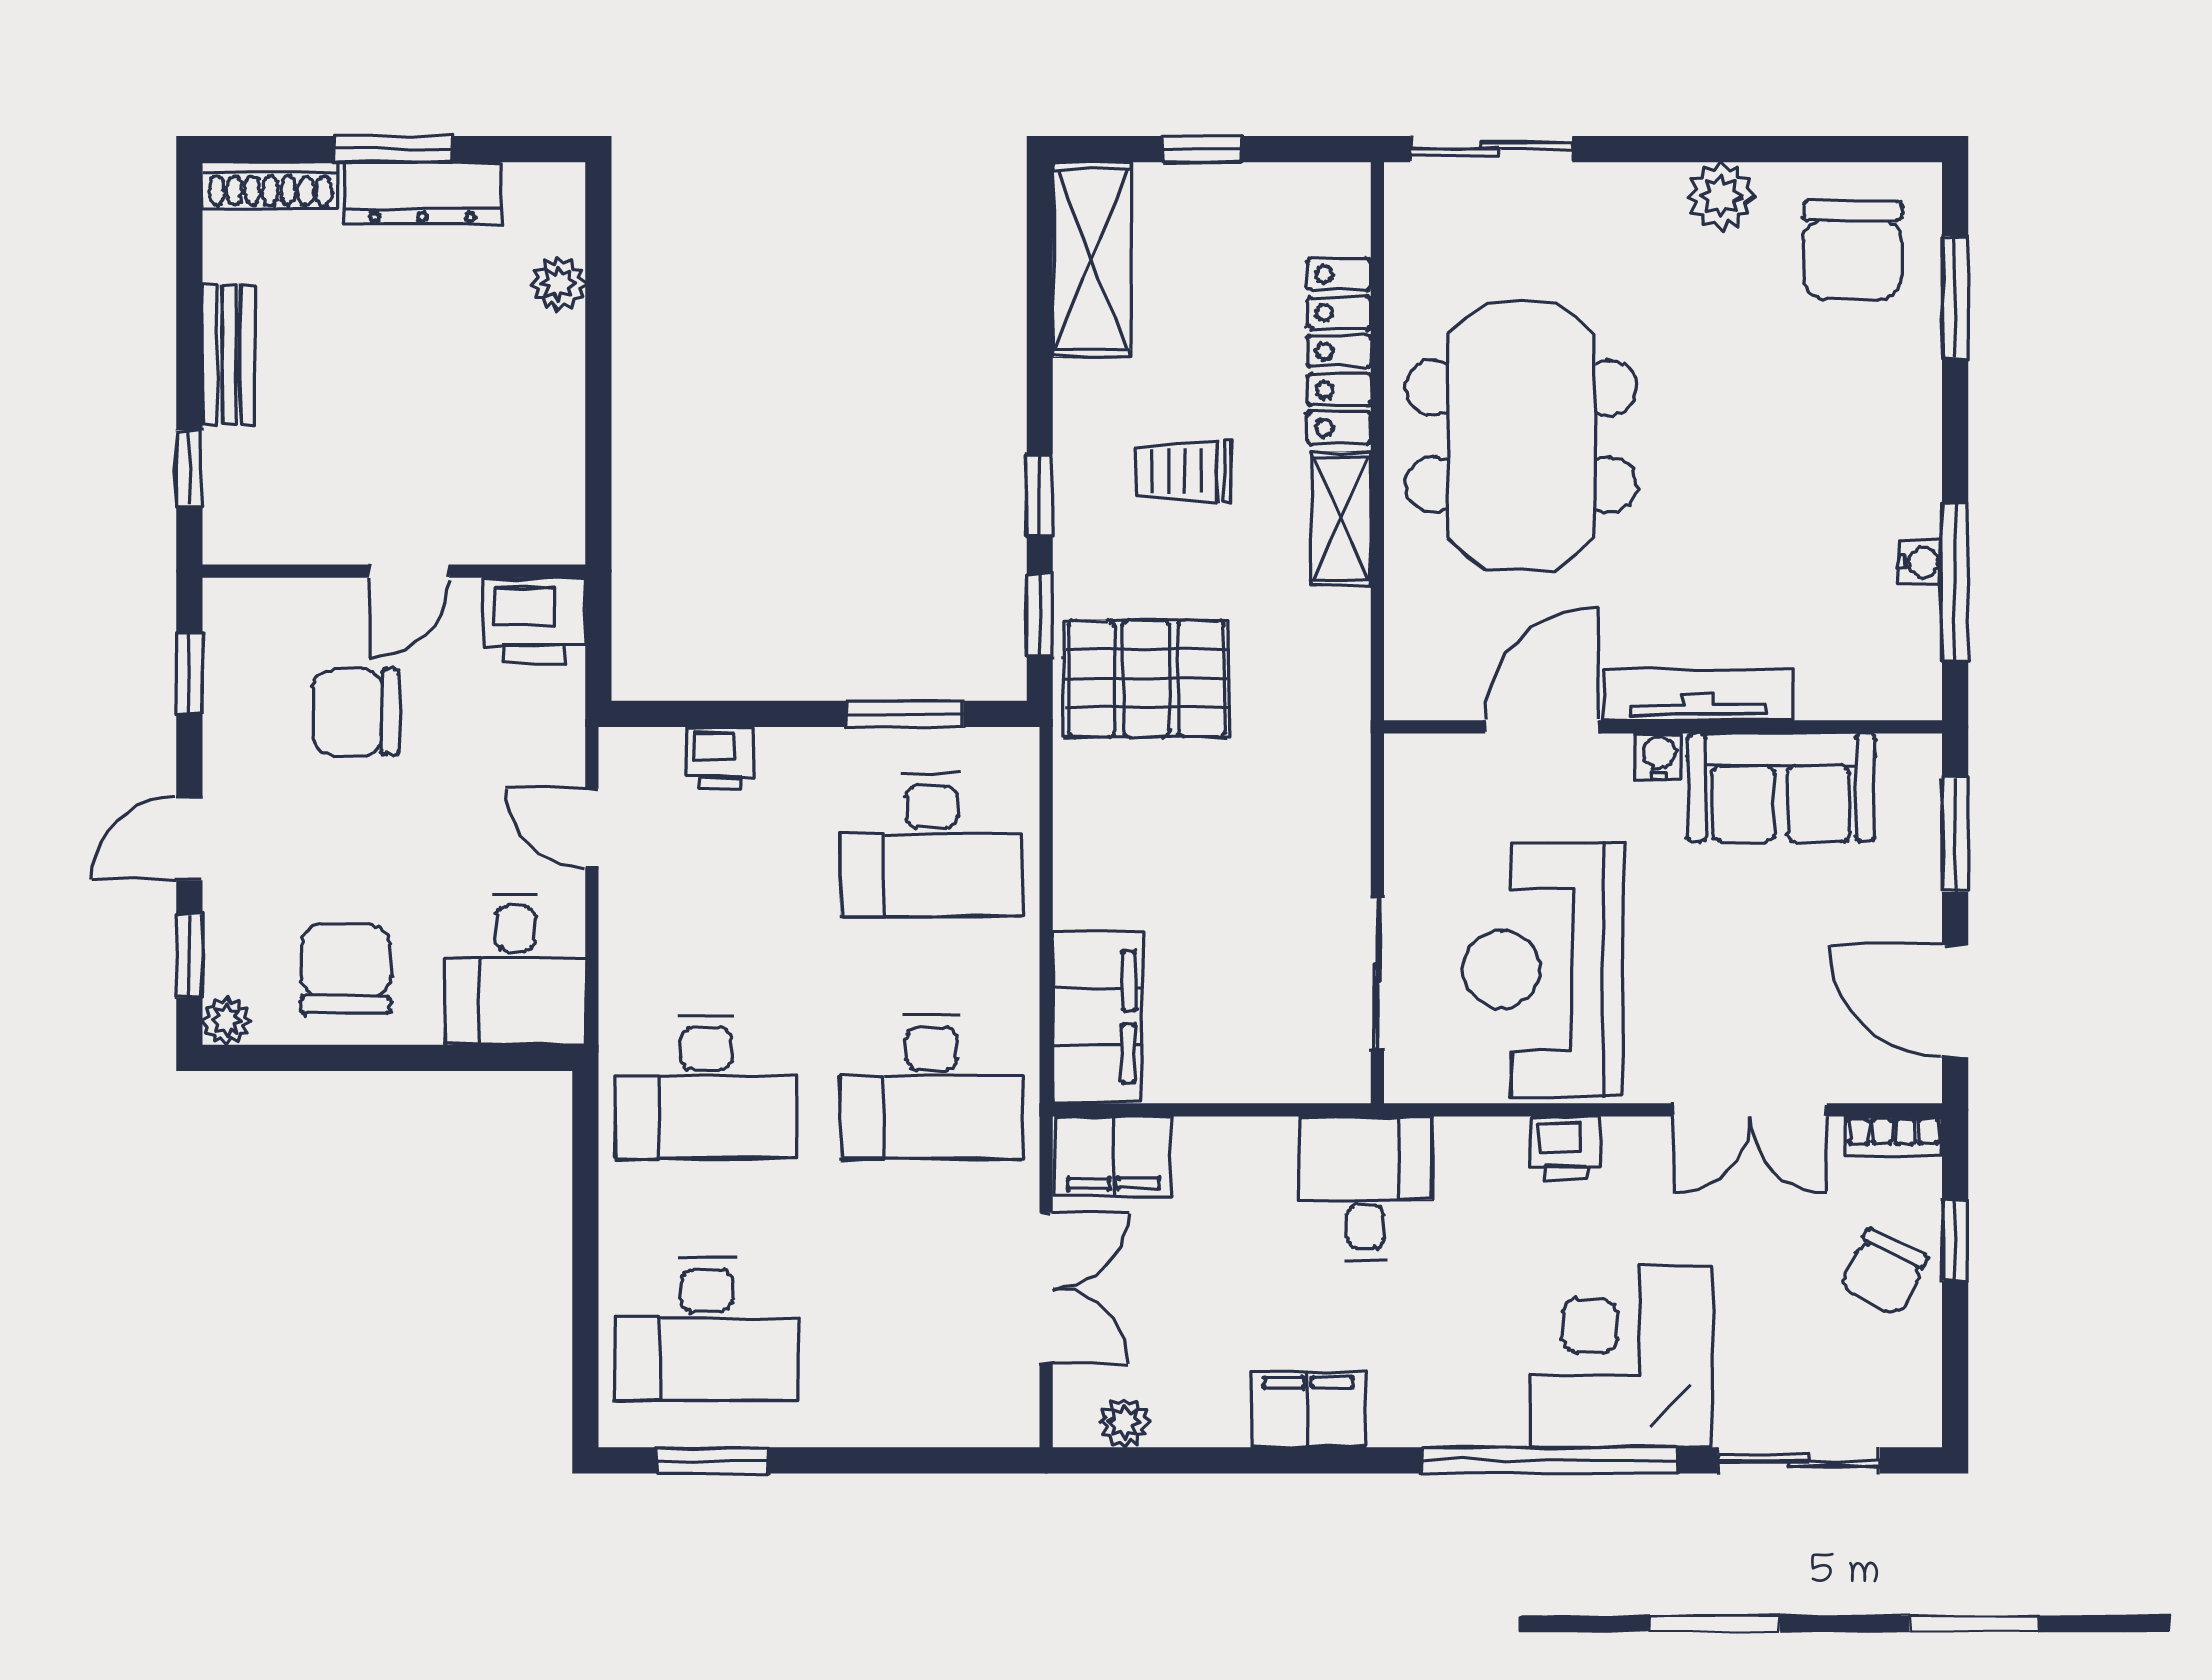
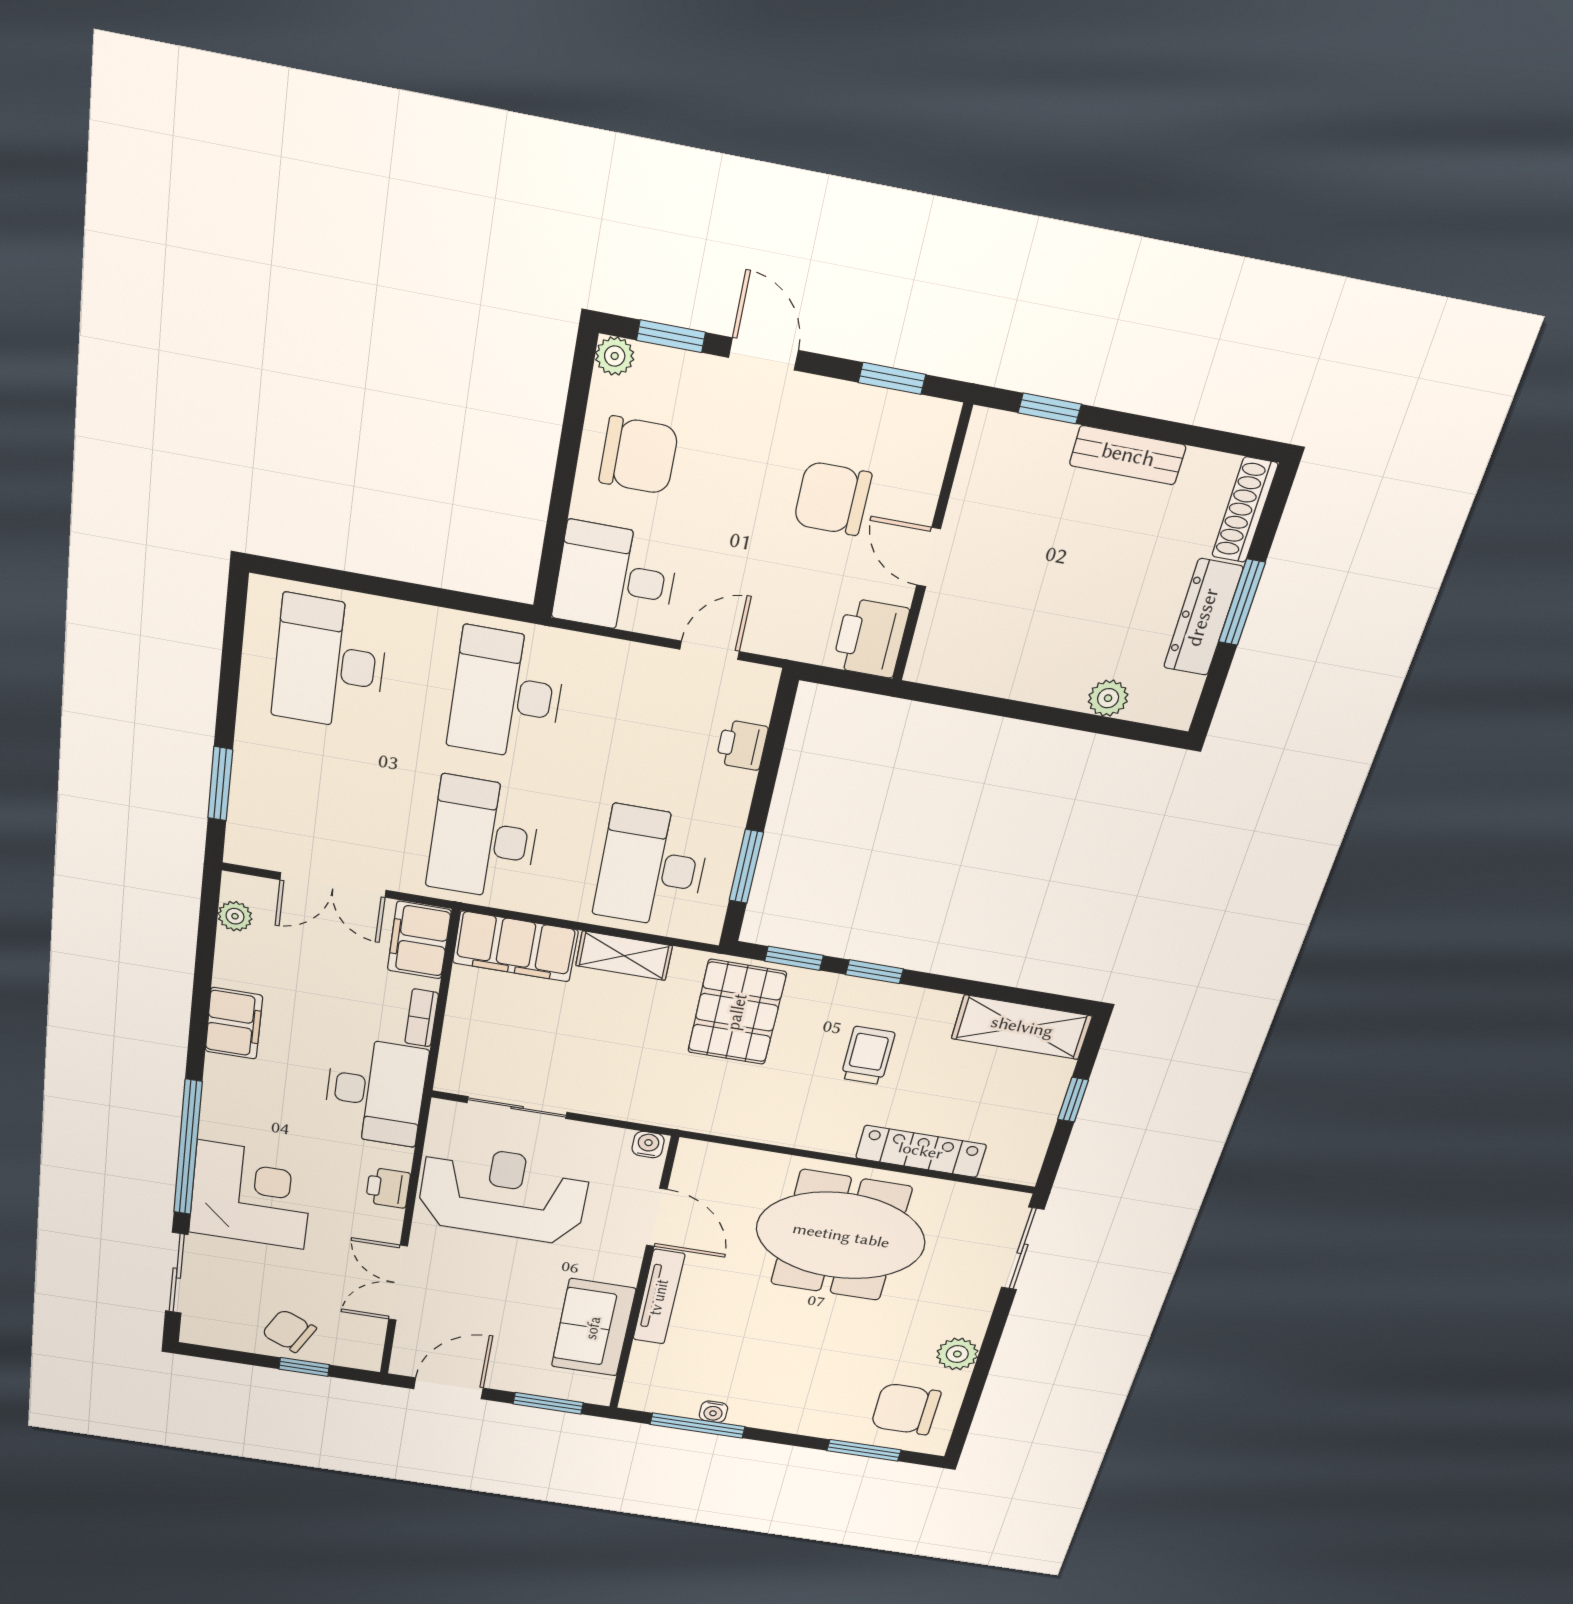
shelving: (1341, 519) -> (624, 956), moved
chair: (355, 712) -> (833, 499), turned -90
water cooler: (1659, 756) -> (648, 1145), moved, turned -90
bookcase: (1894, 1136) -> (422, 1018), moved
desk: (1365, 1188) -> (375, 1092), width x1.37
window: (712, 1460) -> (220, 784), moved

